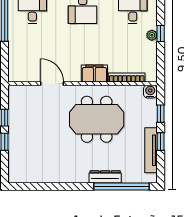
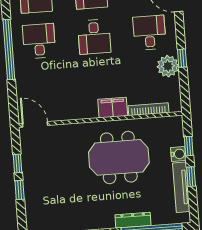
plant: (152, 35) -> (168, 66), width x1.87, depth x1.87
door: (52, 84) -> (35, 124), moved
water cooler: (150, 92) -> (178, 154), moved, turned 90

